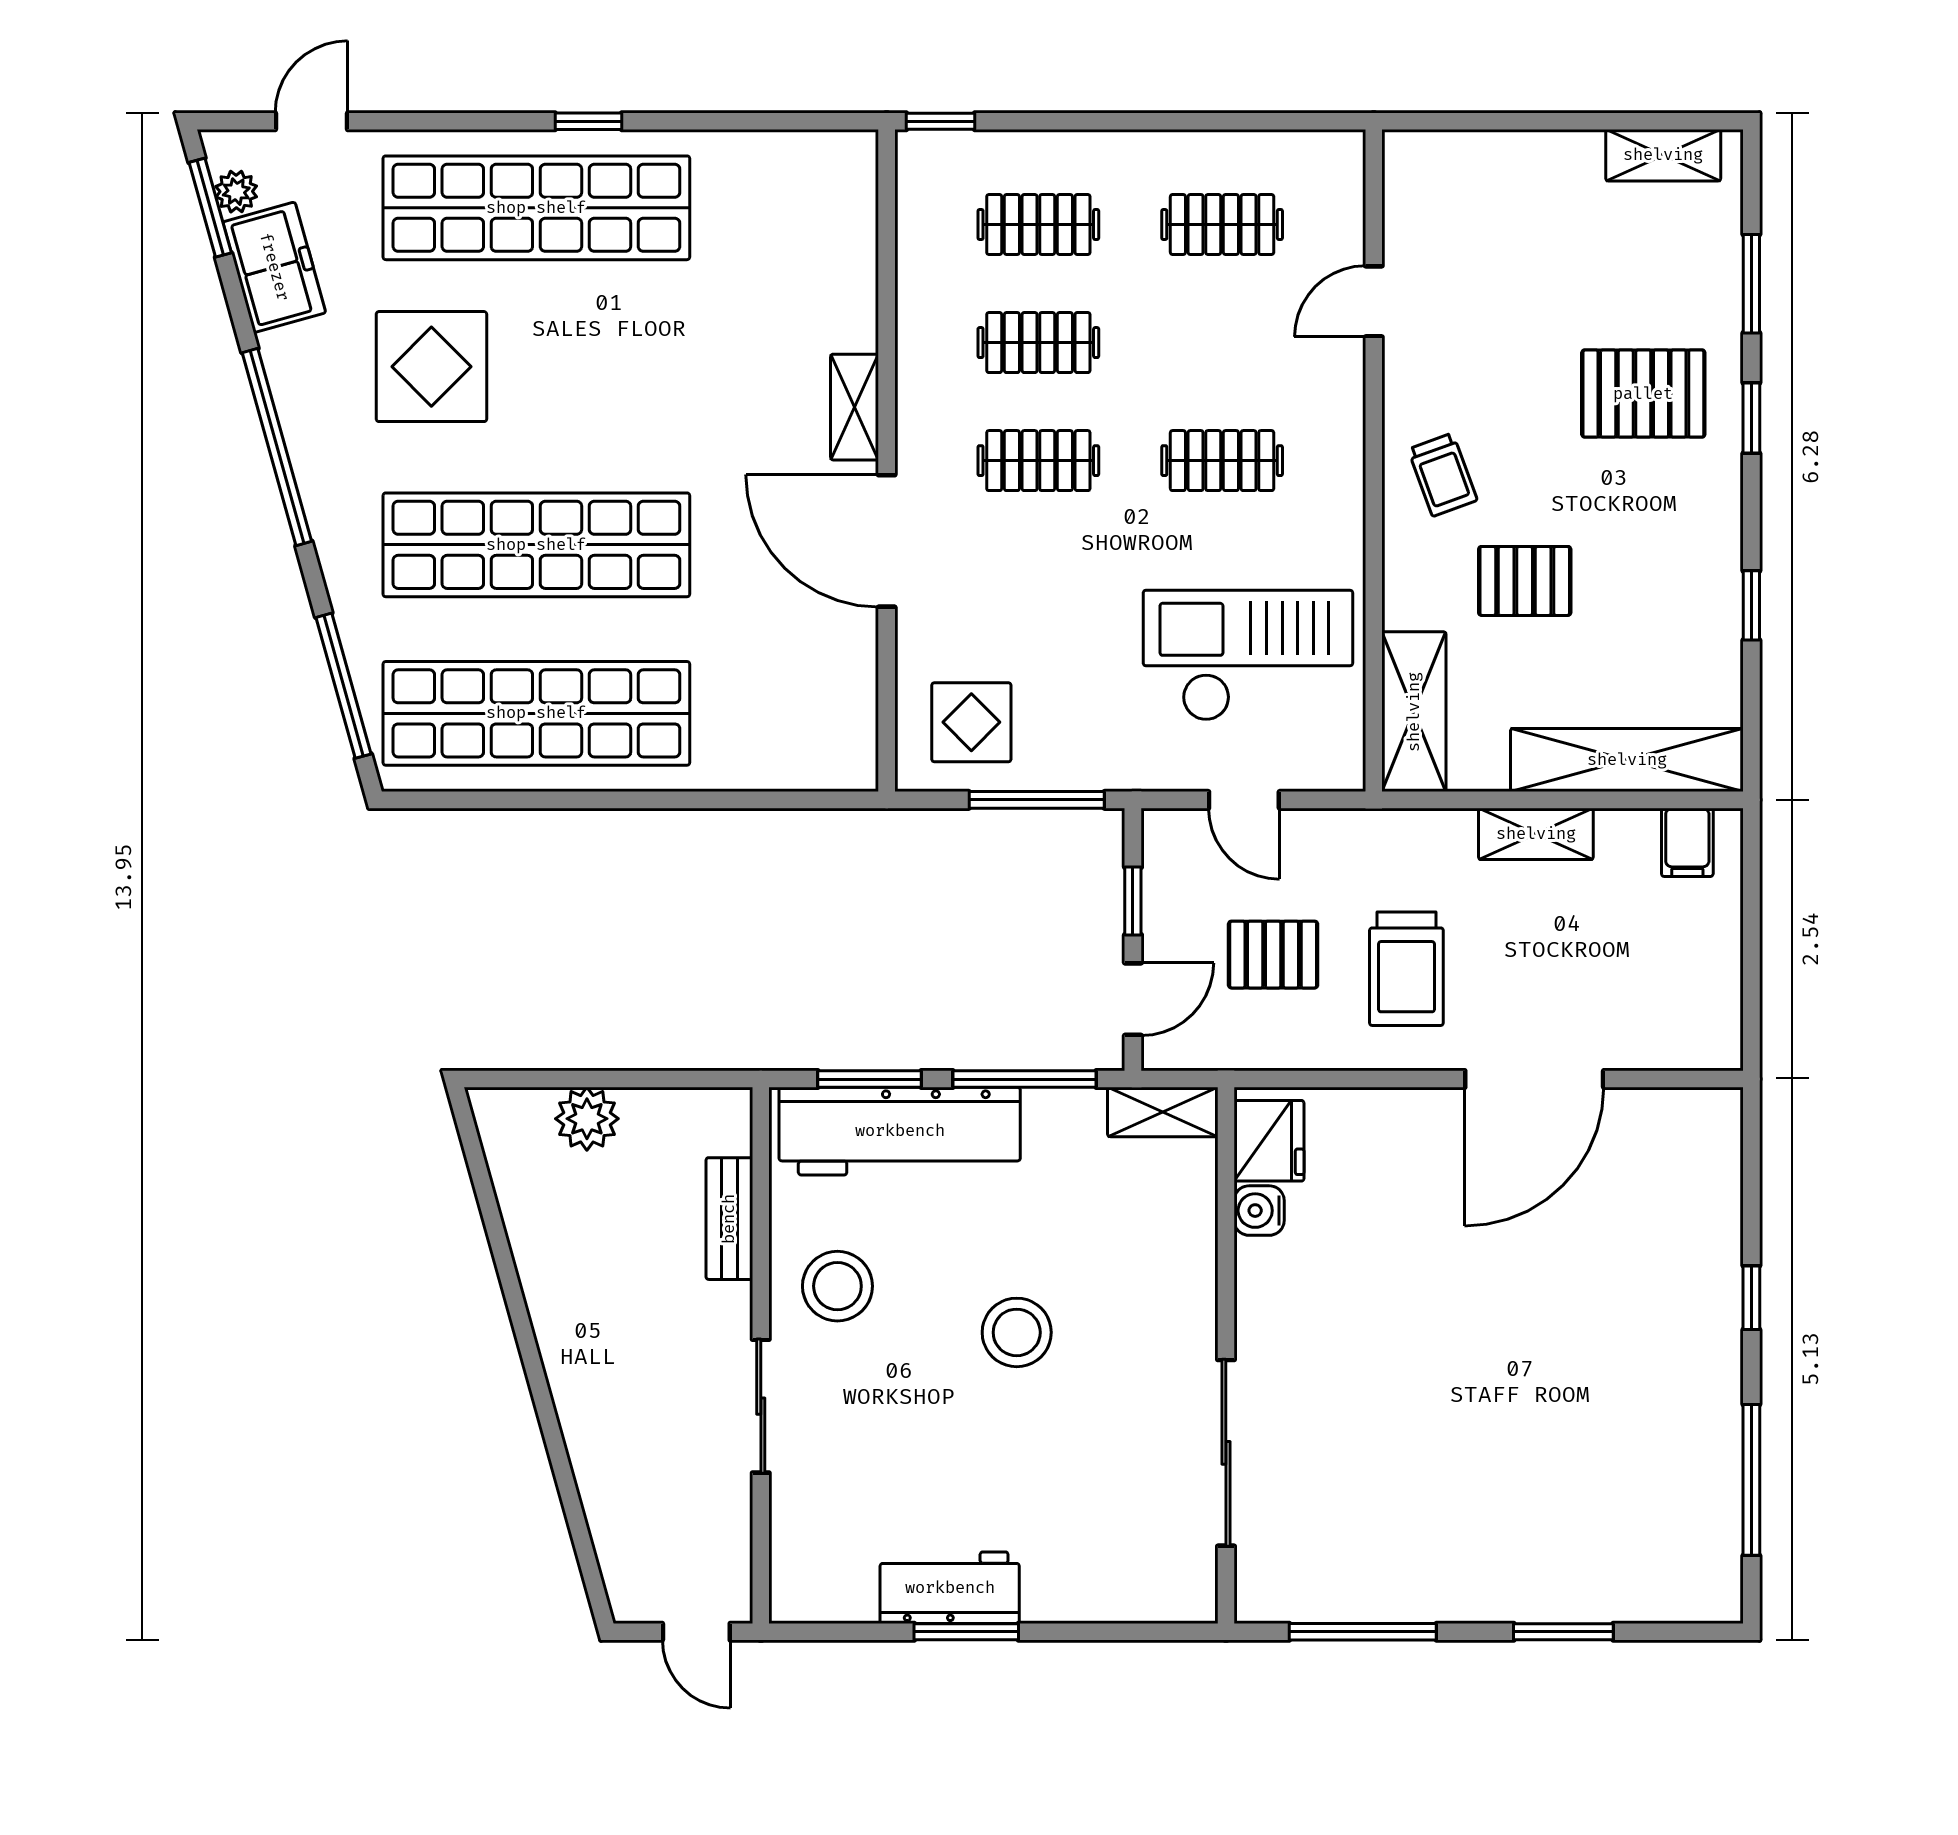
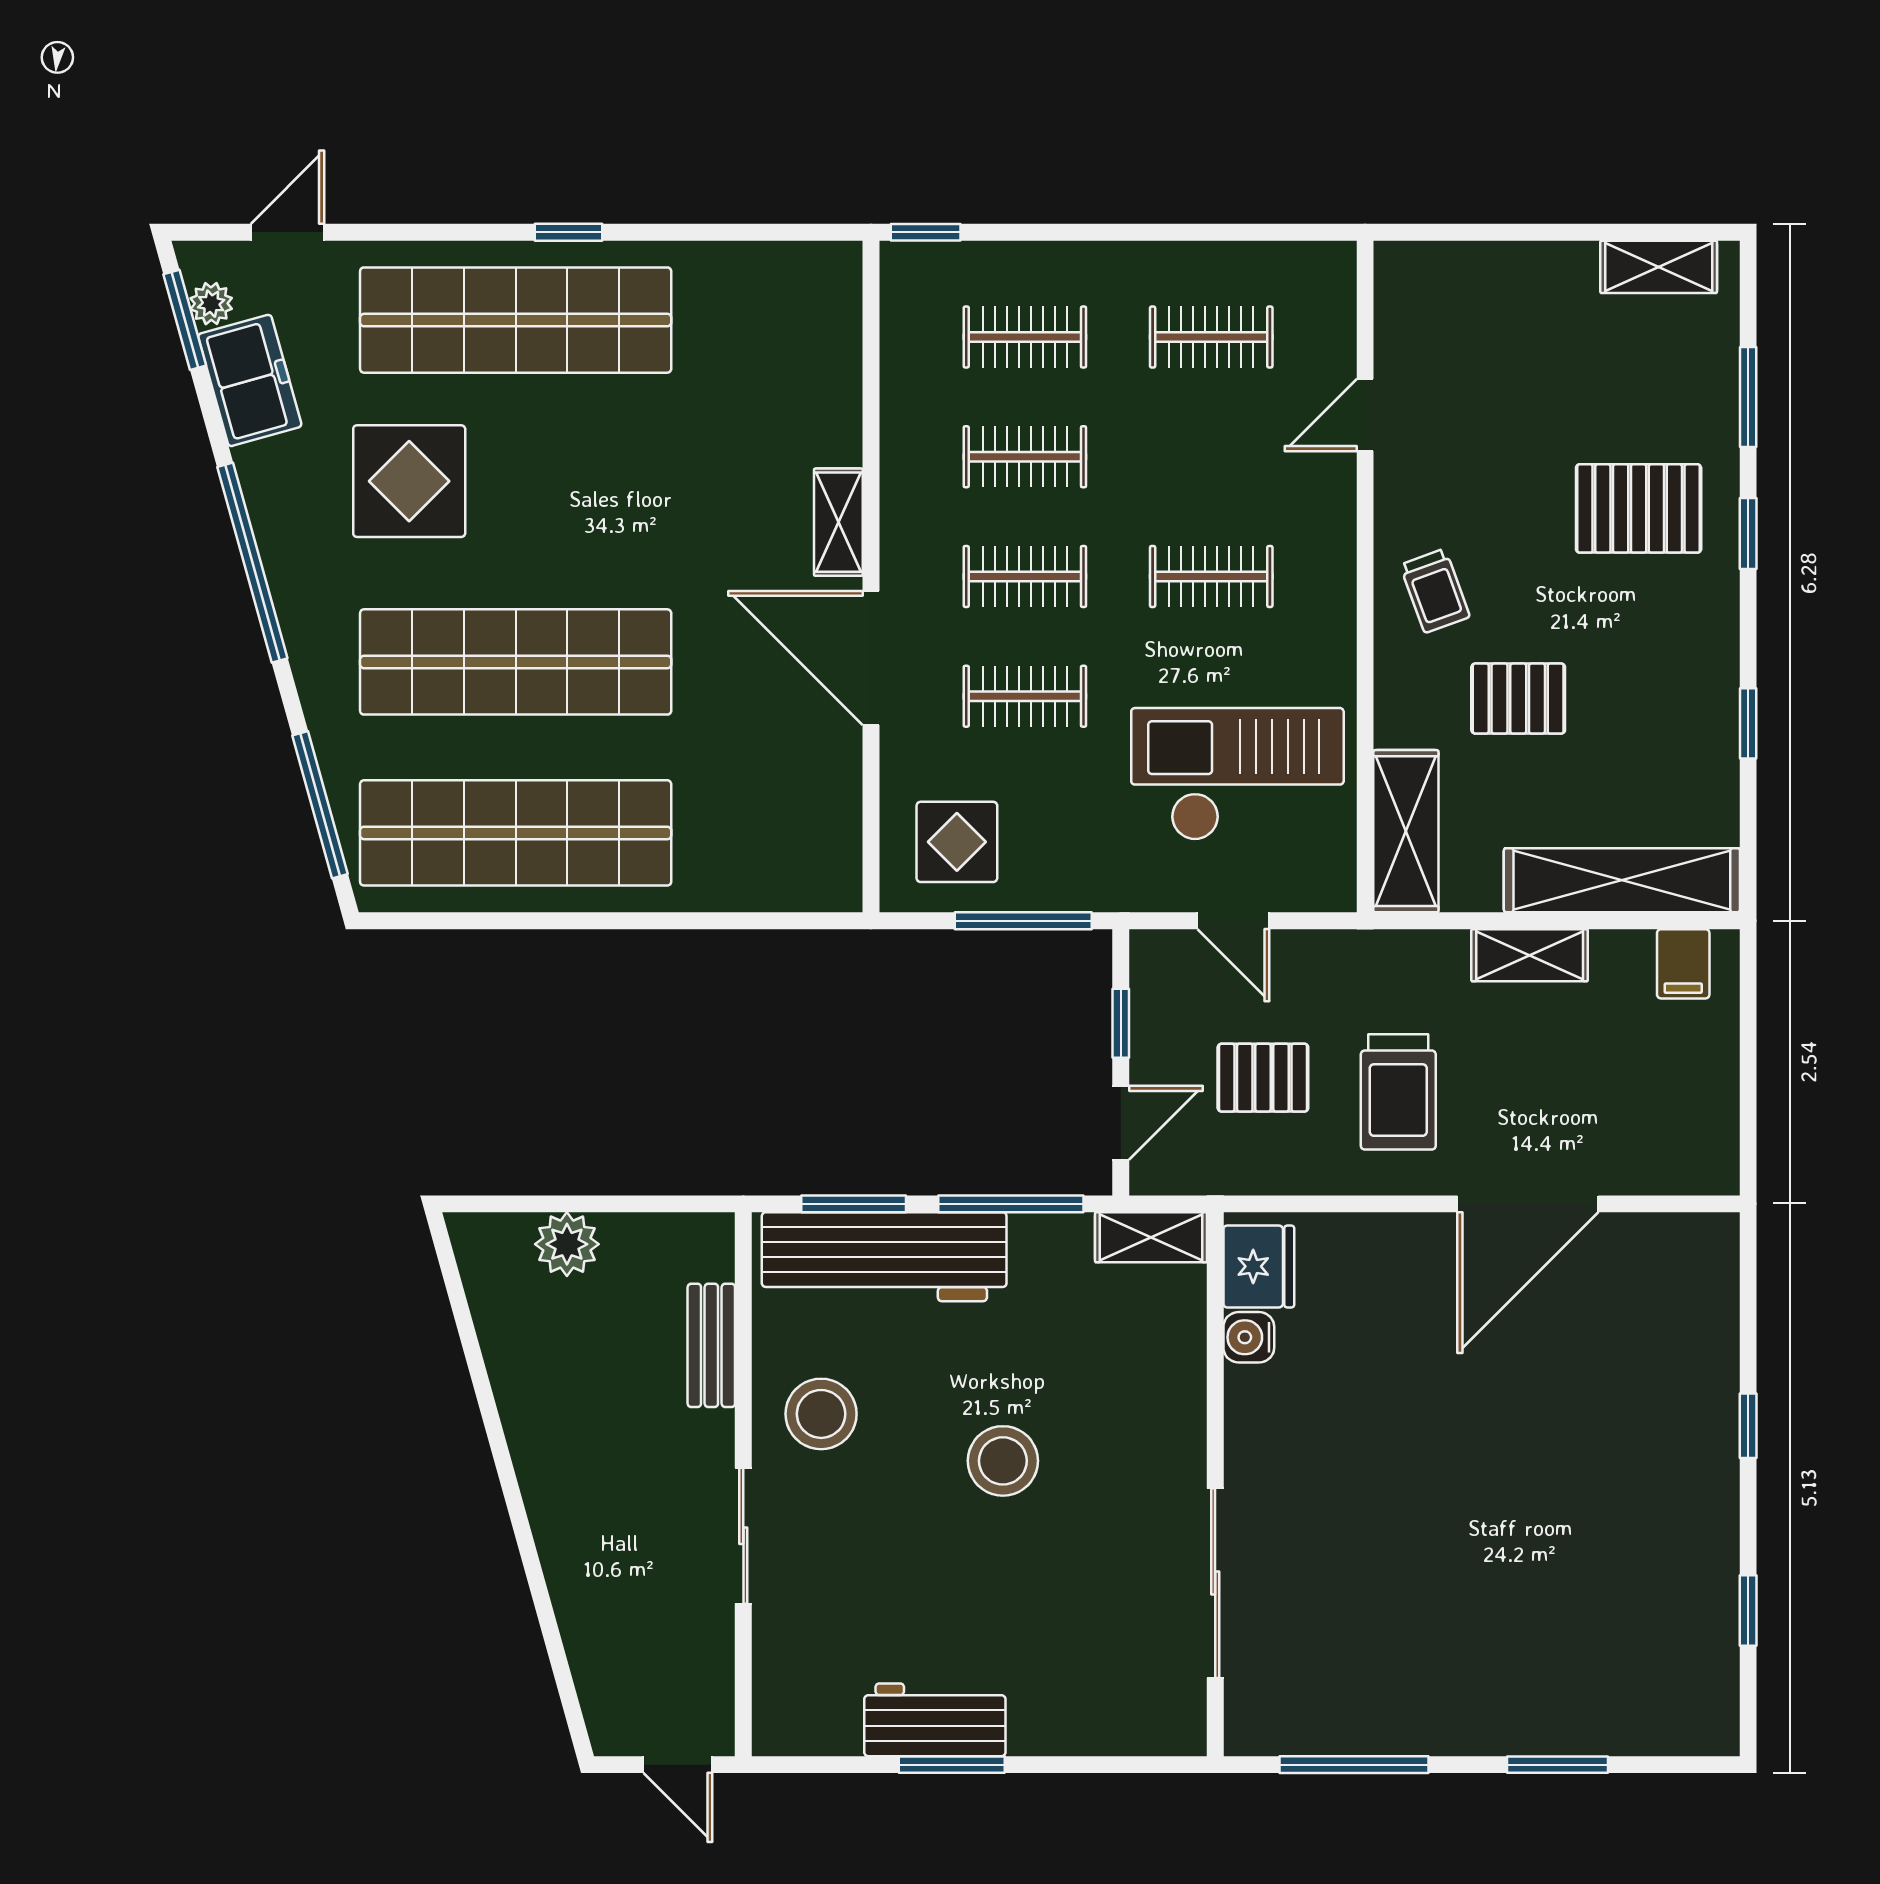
clothes rail: (1038, 579) -> (1025, 696), added
window: (1751, 1480) -> (1748, 1611), width x0.46

